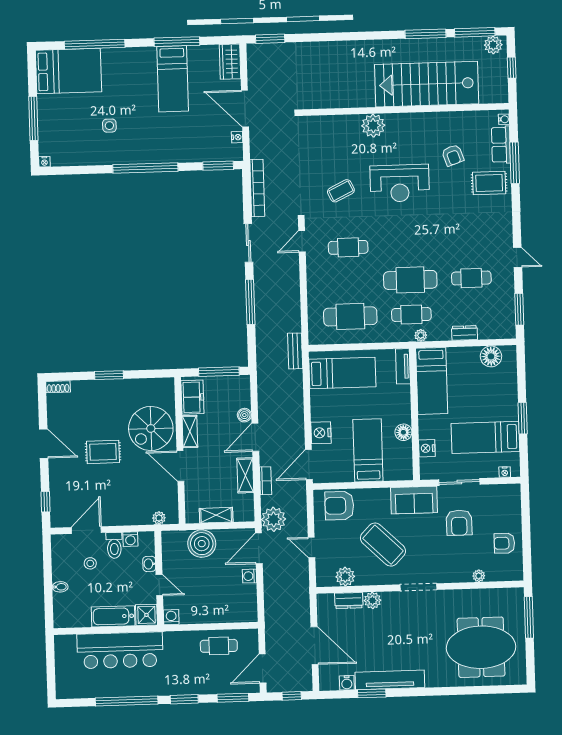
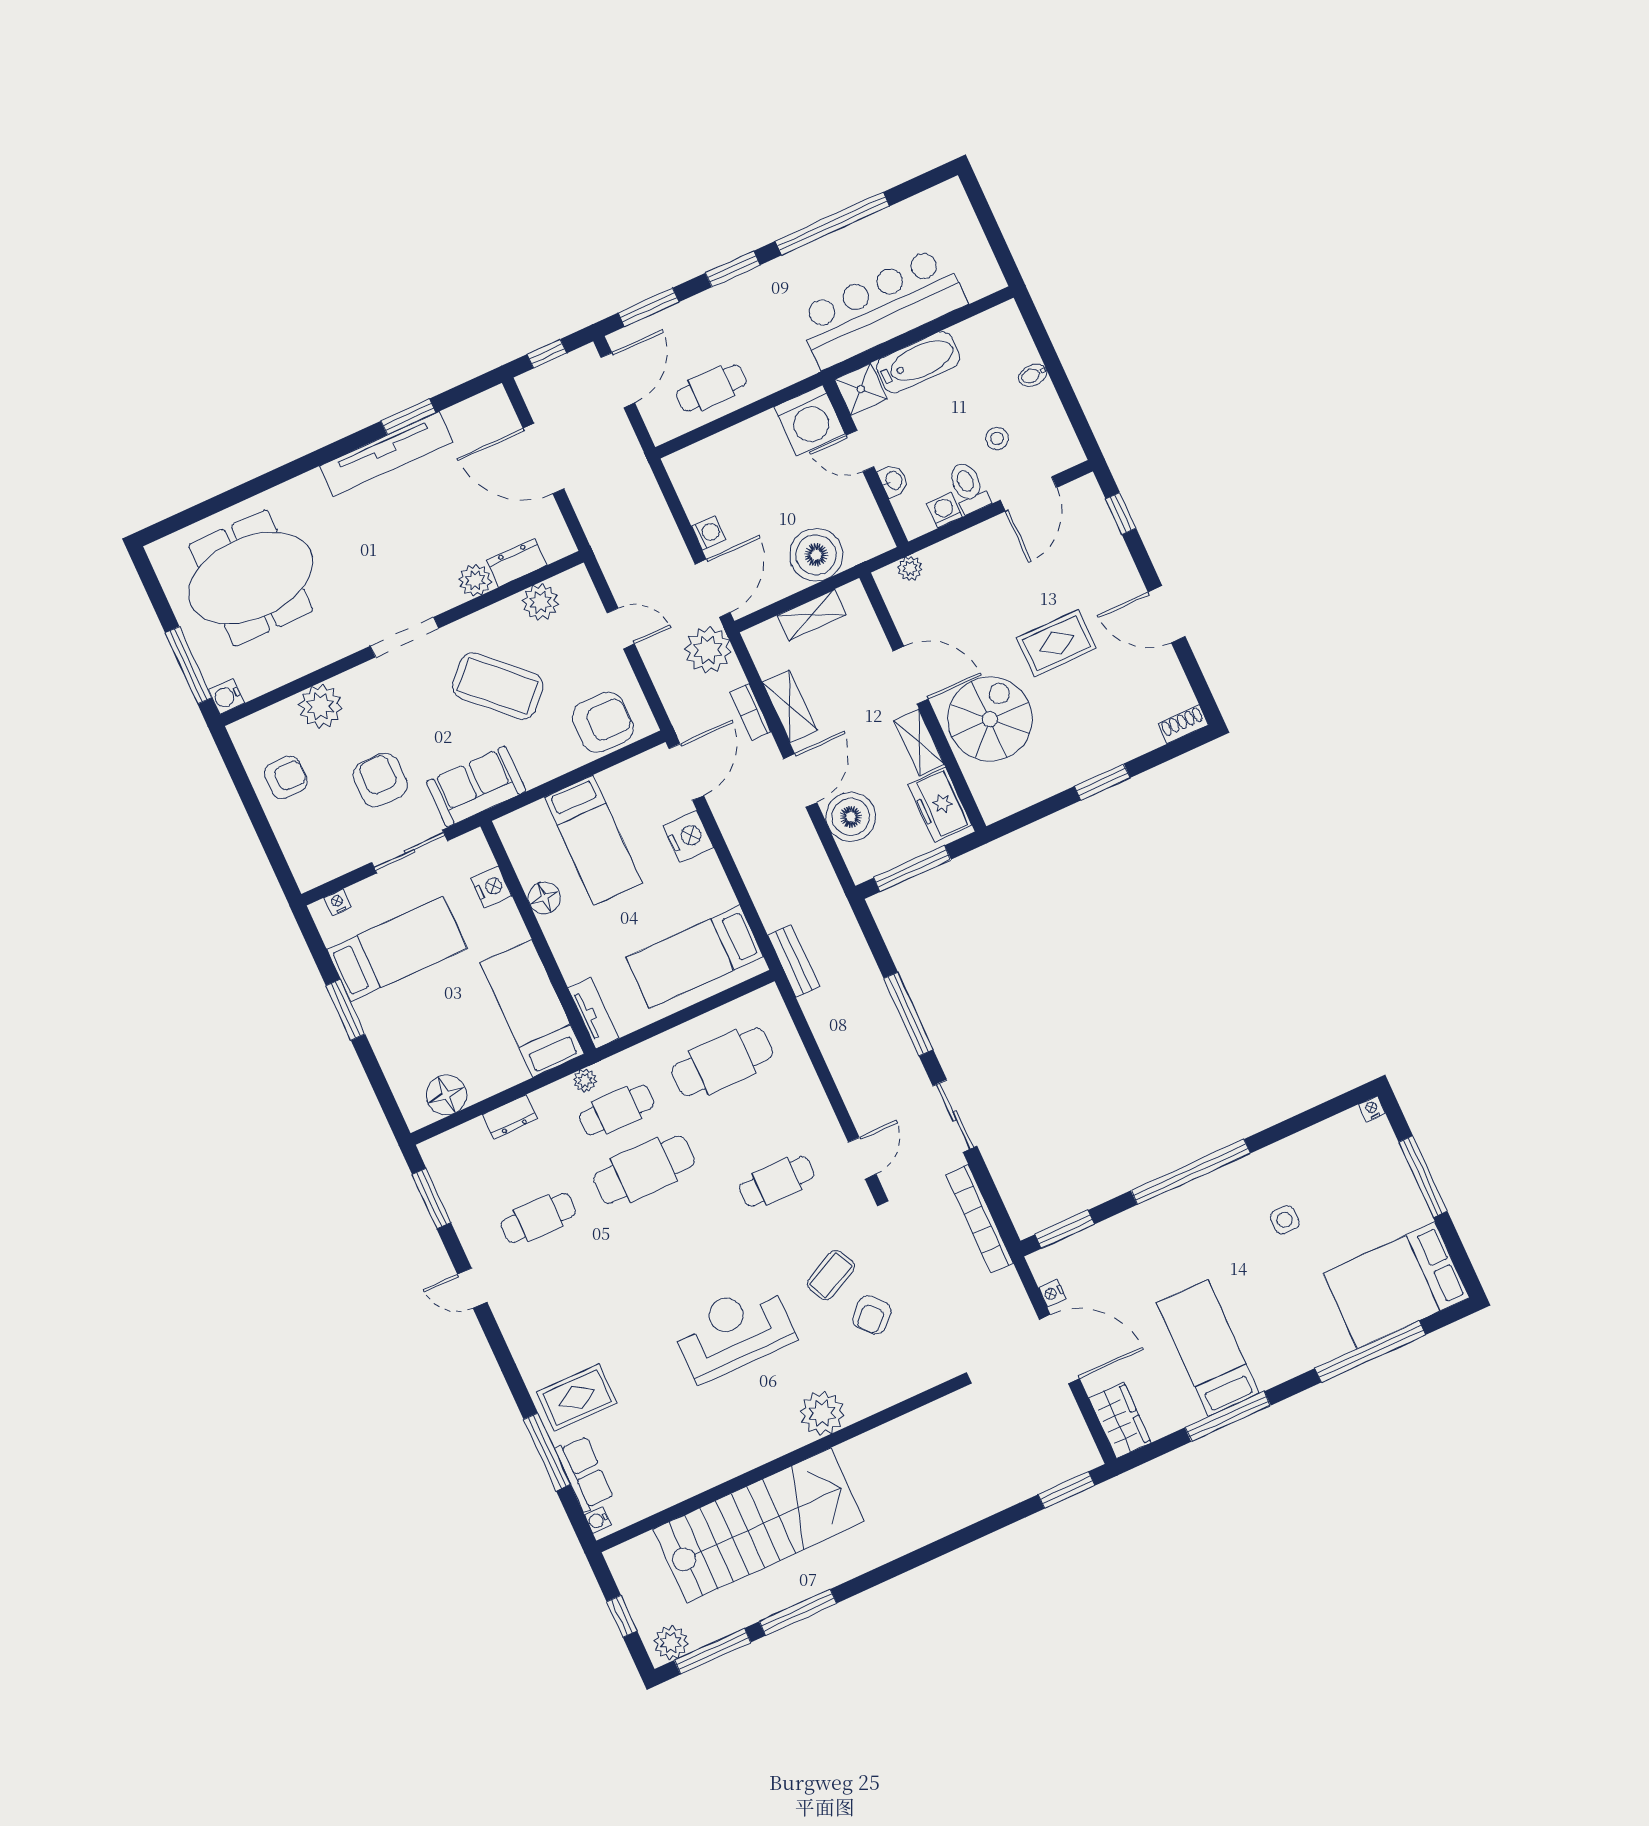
armchair: (453, 155) -> (872, 1315), moved, turned -116
boiler: (244, 415) -> (851, 817), width x1.86, depth x1.86
plant: (479, 576) -> (321, 707), width x1.87, depth x1.87
washing machine: (171, 617) -> (809, 420), width x1.89, depth x1.89
water cooler: (347, 683) -> (226, 696), moved, turned -90

